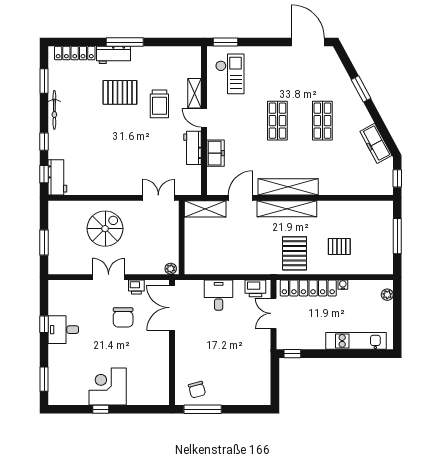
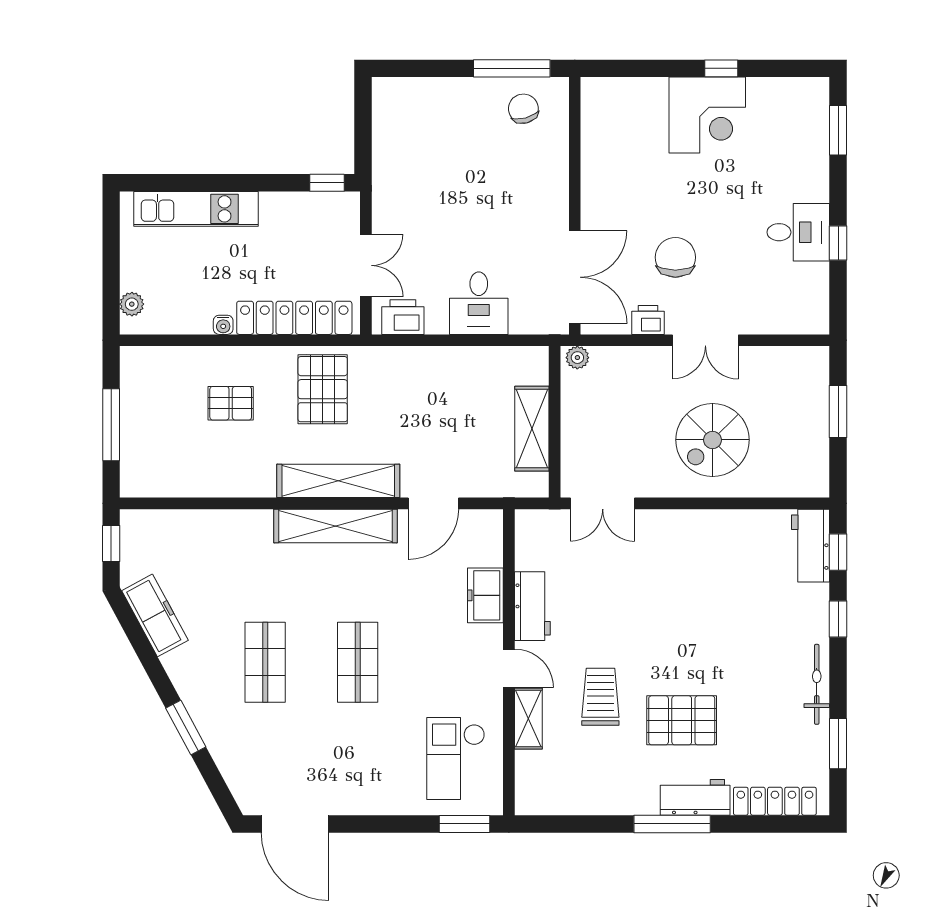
shelving: (205, 209) -> (532, 429), moved, turned 90

